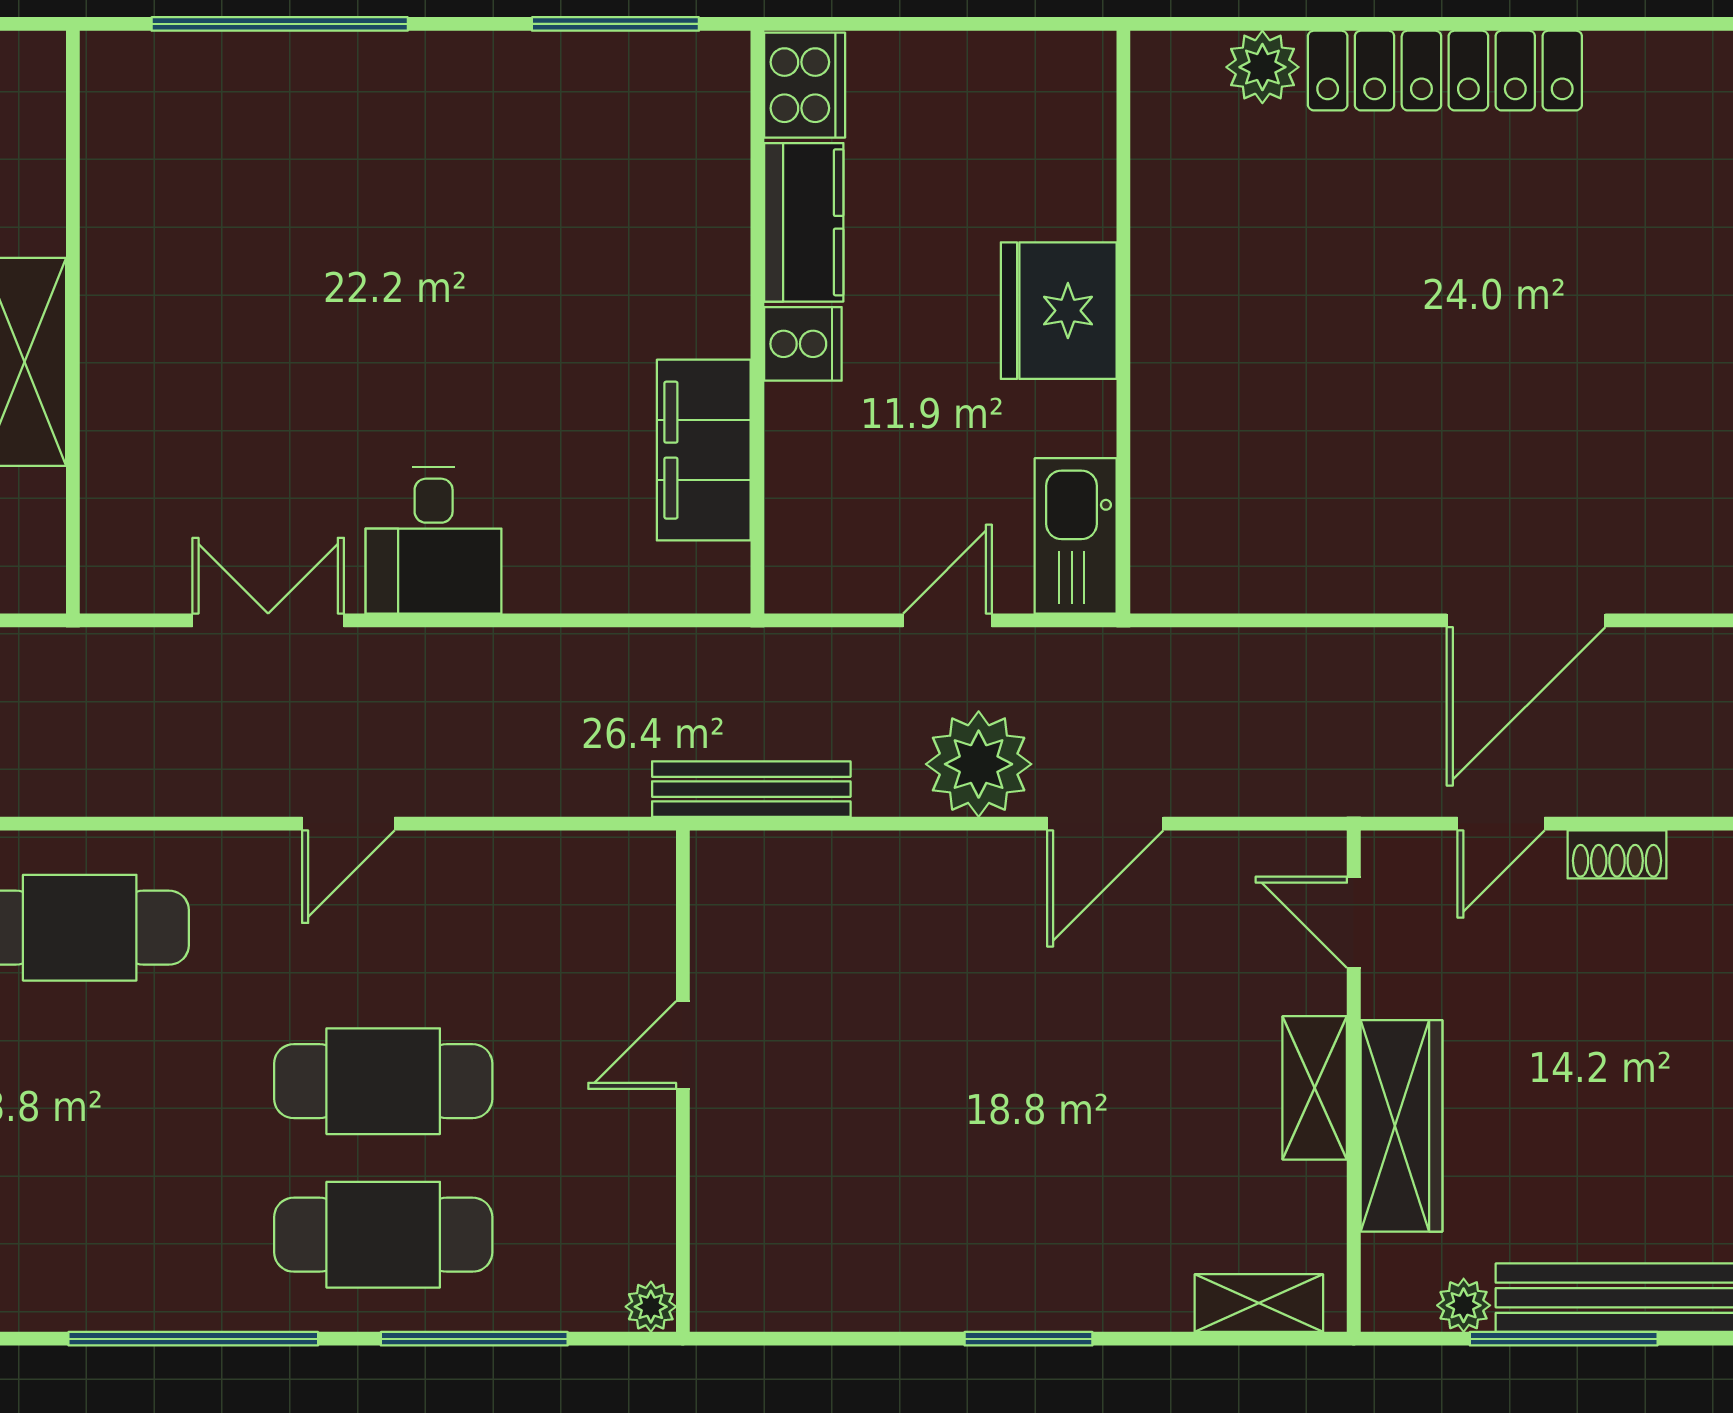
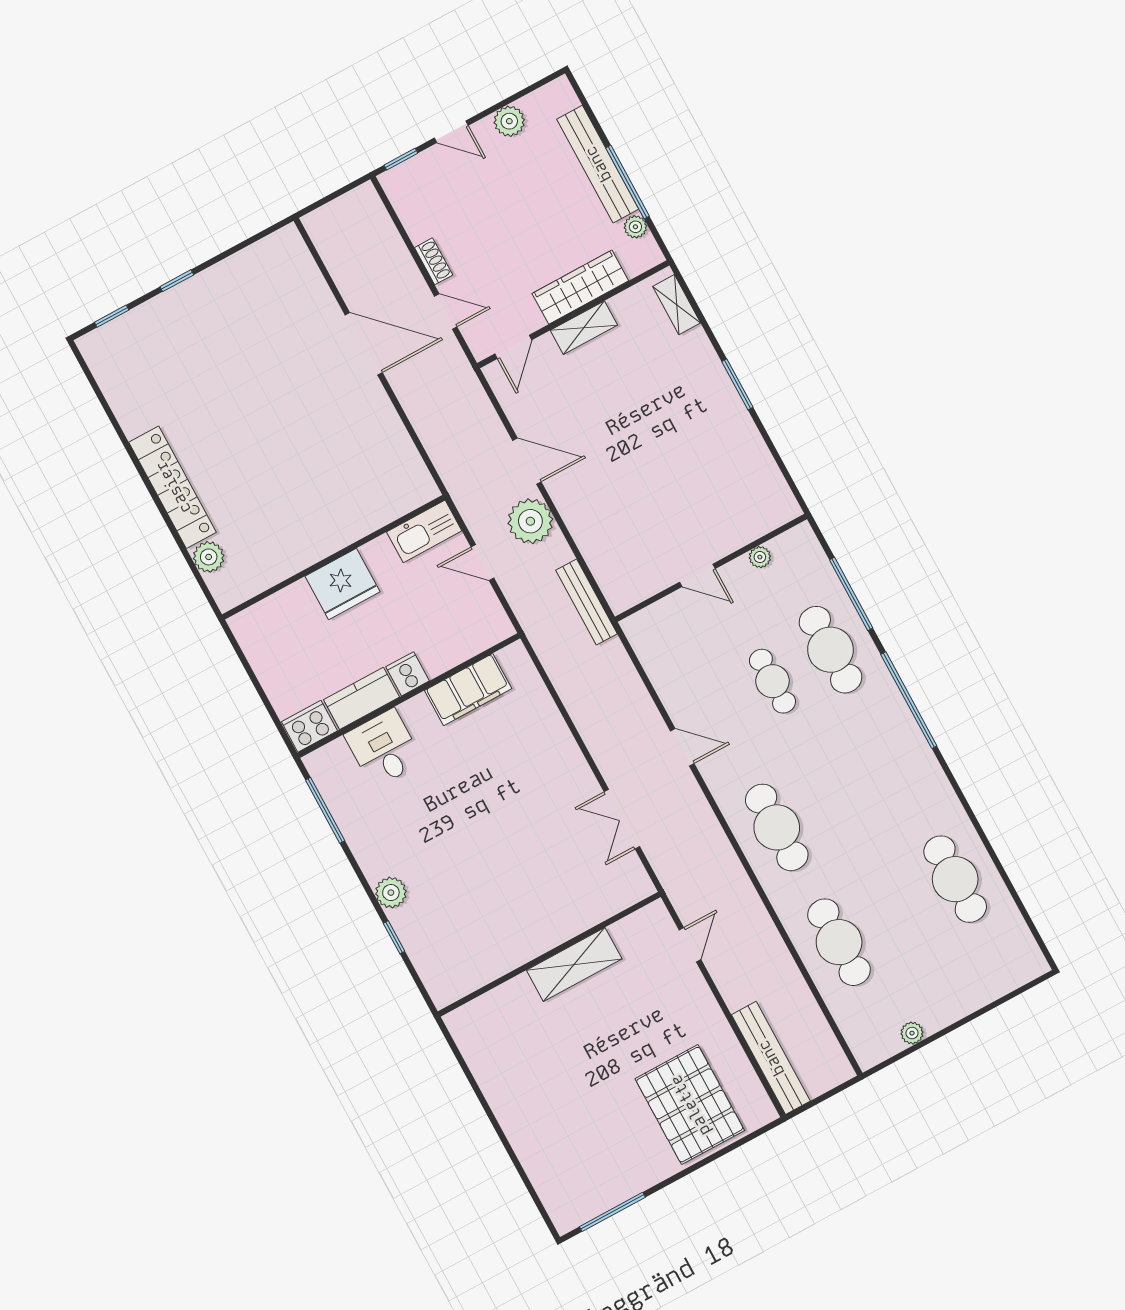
window: (280, 24) -> (394, 937), width x0.32
plant: (375, 67) -> (391, 893), added
desk: (434, 540) -> (384, 748), moved, turned -90
cafe table: (383, 1081) -> (772, 681), width x0.73, depth x0.74
plant: (651, 1307) -> (760, 557), moved

